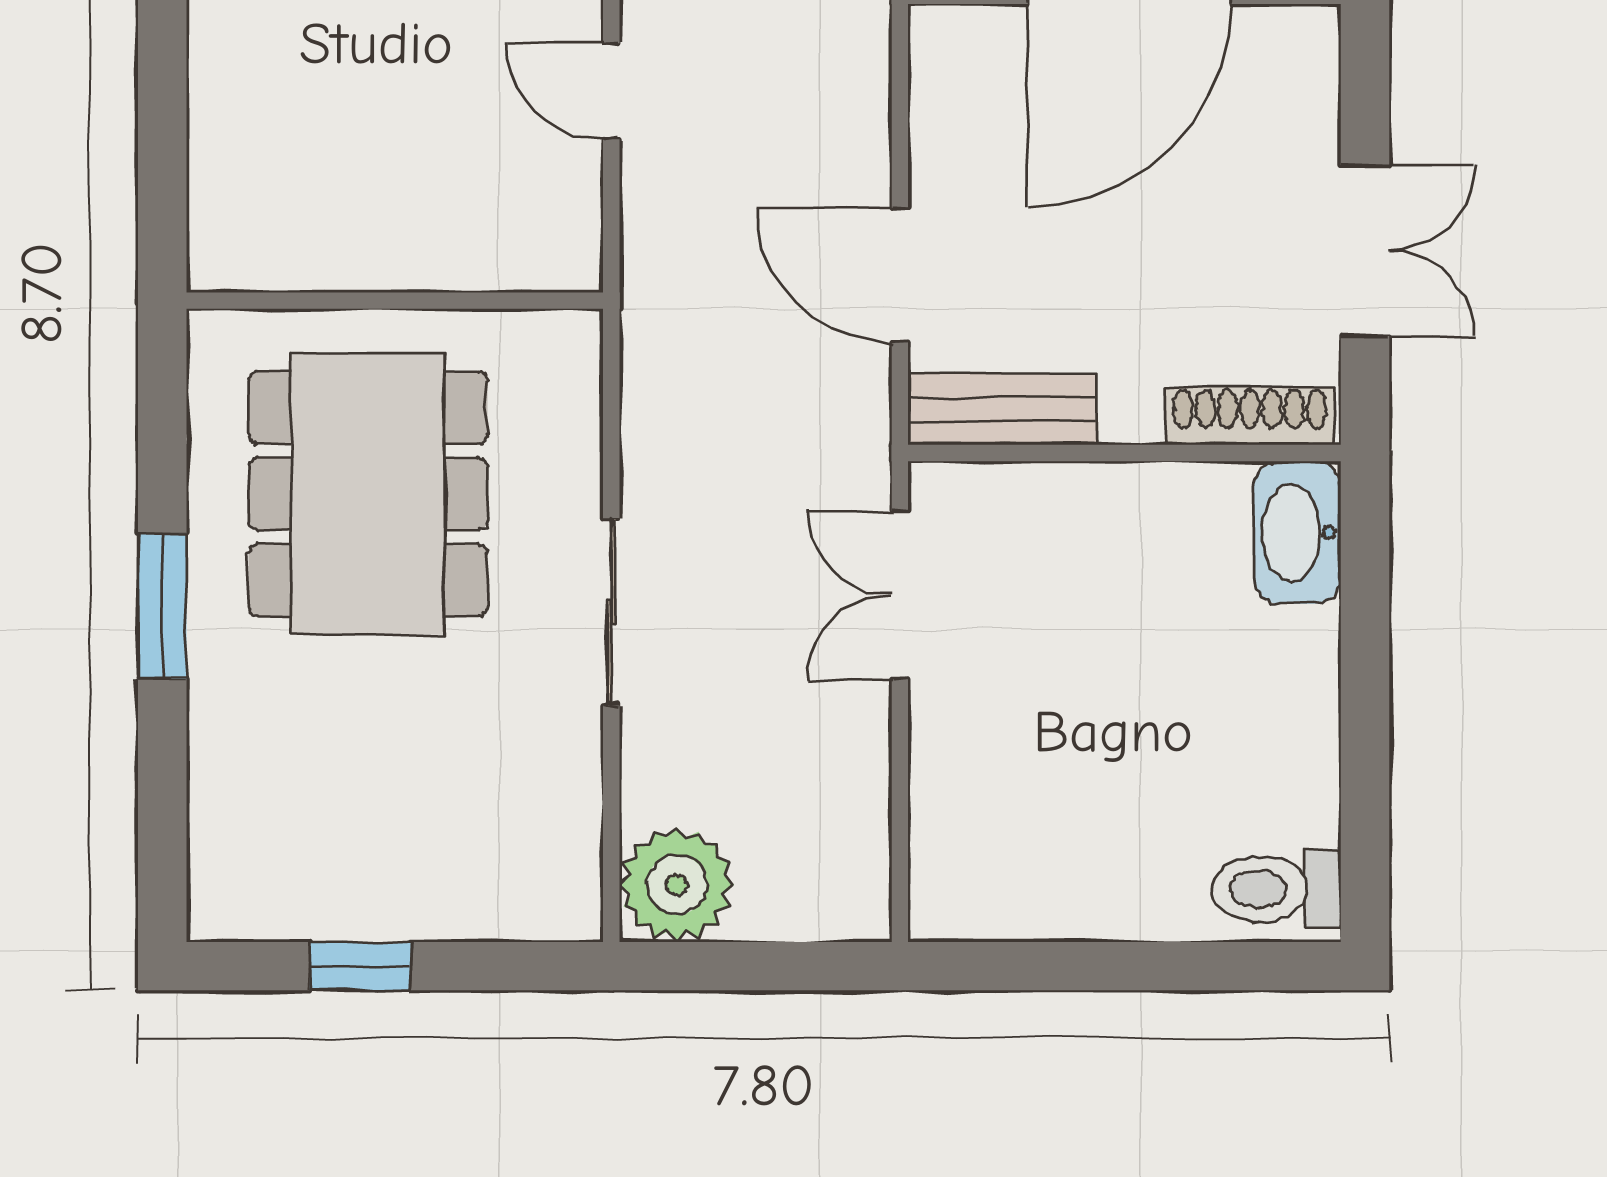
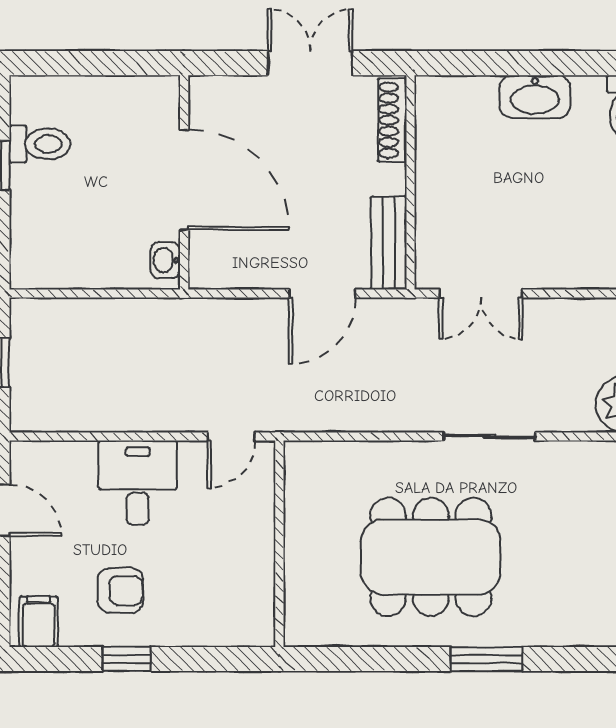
wall: (395, 301) -> (279, 544), moved
washbasin: (1297, 532) -> (535, 97), moved

